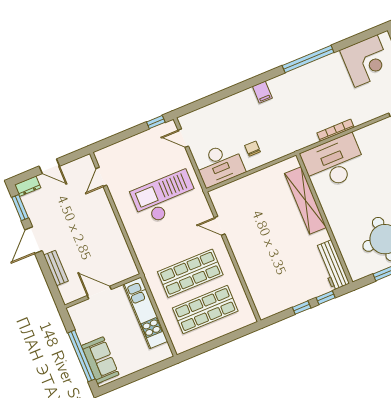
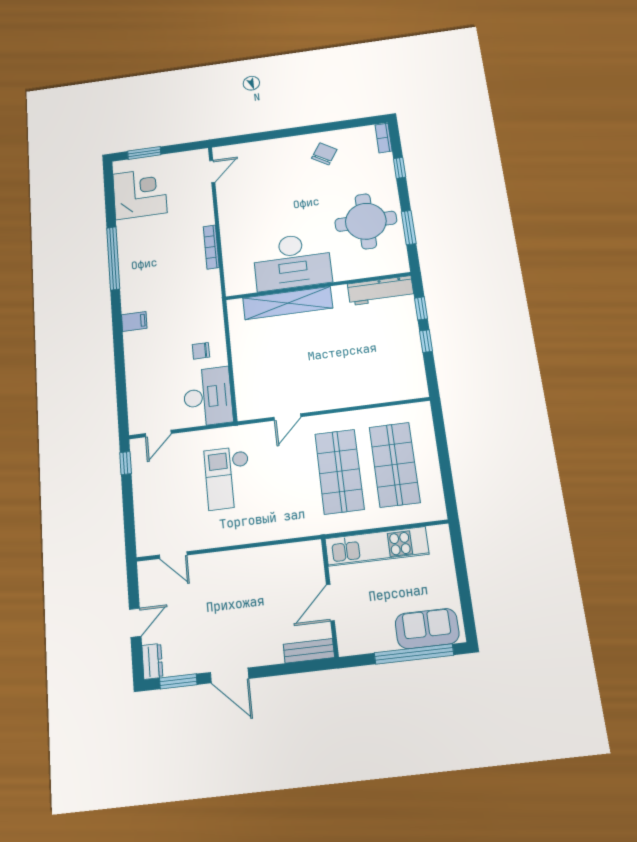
desk: (334, 162) -> (292, 262), moved, turned -90
checkout: (165, 198) -> (228, 478), width x0.73, depth x0.83
bench: (56, 268) -> (309, 651), moved

